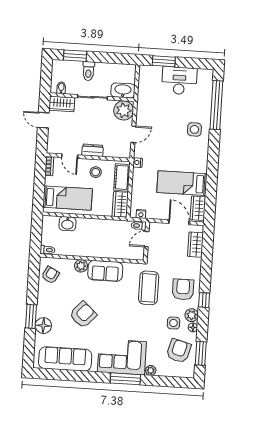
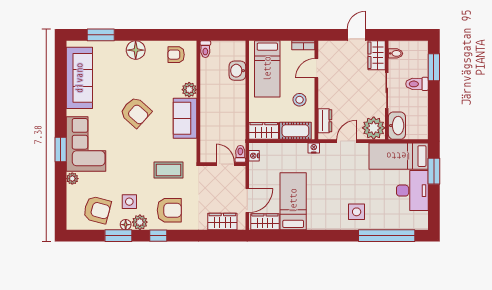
bed: (149, 91) -> (399, 156), added
door: (133, 134) -> (347, 141), swing flipped
dresser: (93, 150) -> (325, 121), moved
armchair: (50, 275) -> (176, 55), turned 152
coffee table: (149, 288) -> (168, 170), width x0.73, depth x0.76
armchair: (83, 315) -> (136, 112), moved
window: (31, 316) -> (101, 35), moved
floor lamp: (43, 326) -> (136, 50), moved
window: (201, 353) -> (118, 236), moved
window: (125, 379) -> (61, 150), width x0.69

